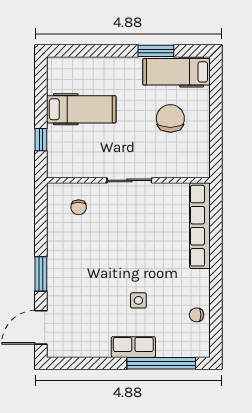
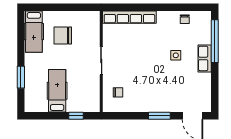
window: (156, 51) -> (21, 77), moved

